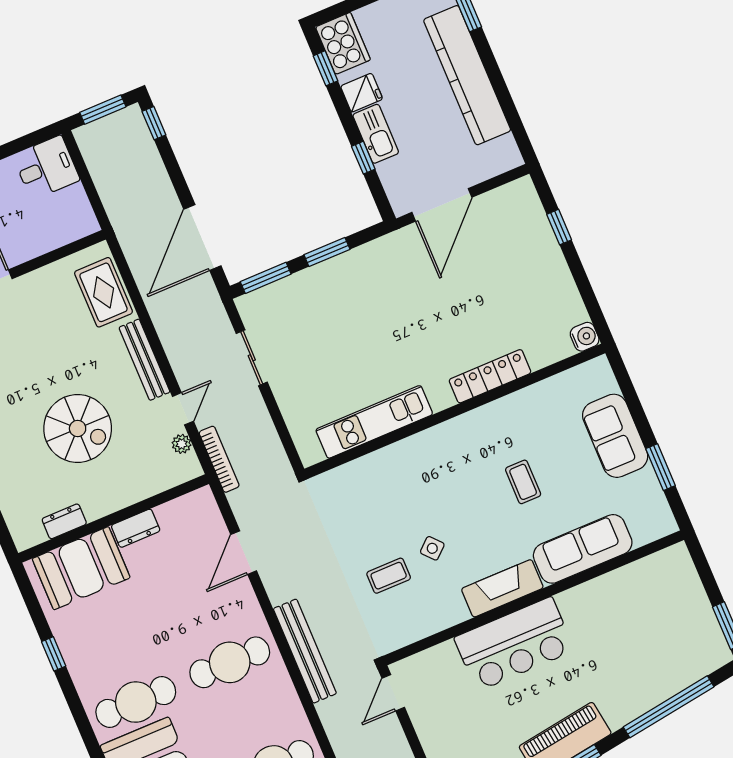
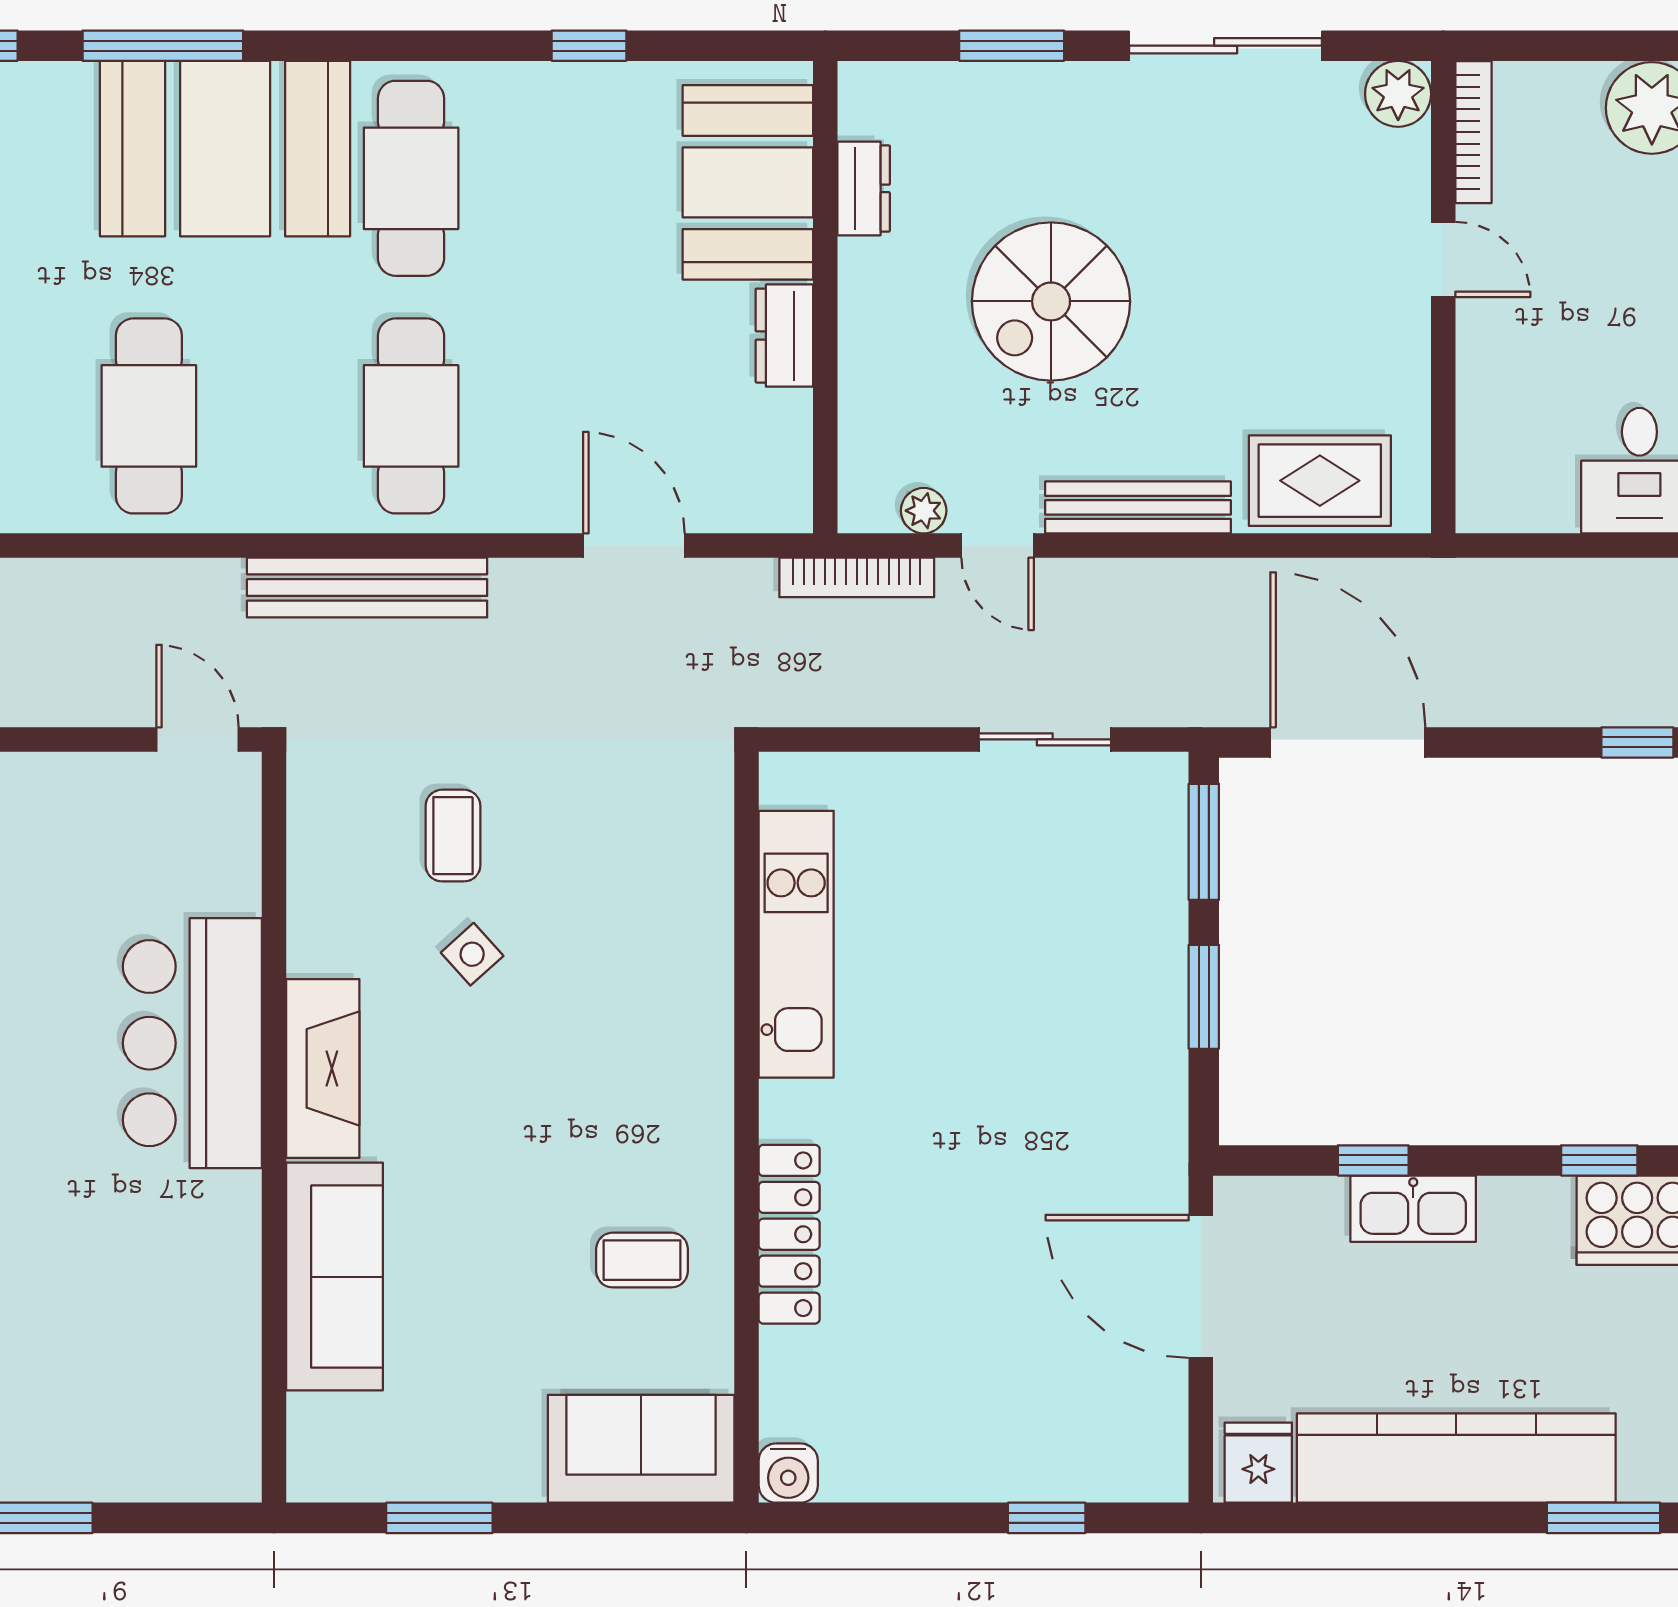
fridge: (362, 93) -> (1258, 1463), moved, turned 180
sofa: (615, 436) -> (641, 1449), moved
coffee table: (523, 482) -> (642, 1260), moved

